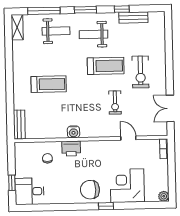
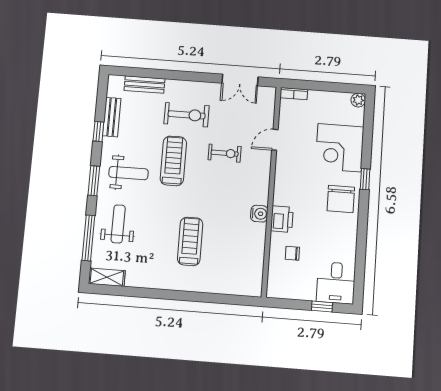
weight bench: (93, 34) -> (128, 173), turned -90
bench: (19, 125) -> (144, 85), moved

